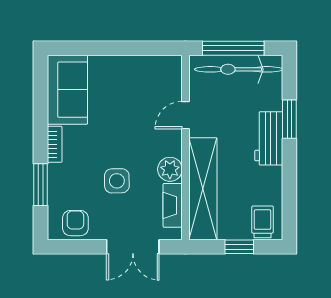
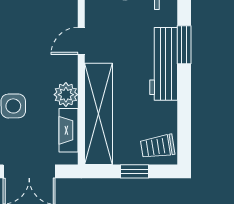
workbench: (269, 138) -> (164, 64), width x1.37
trolley: (262, 222) -> (158, 147), turned -99

